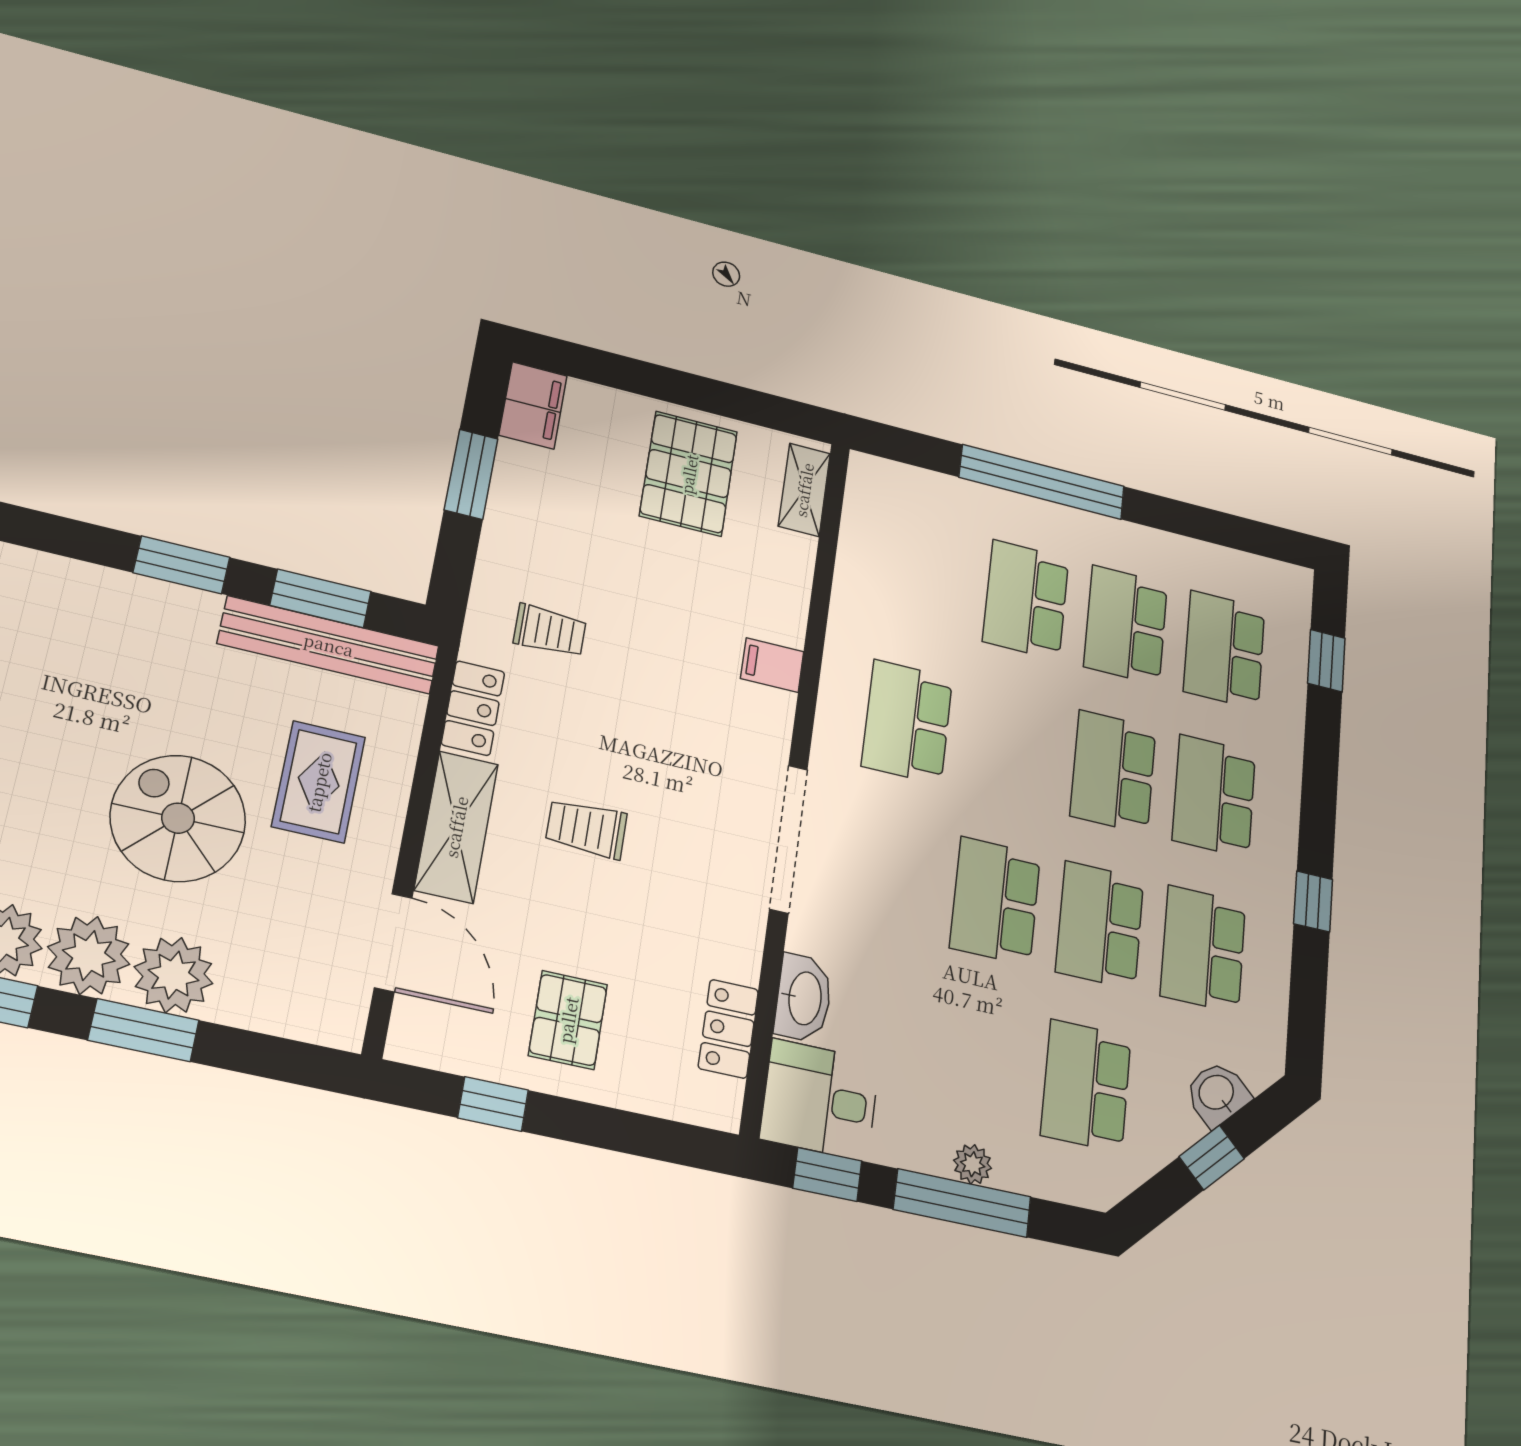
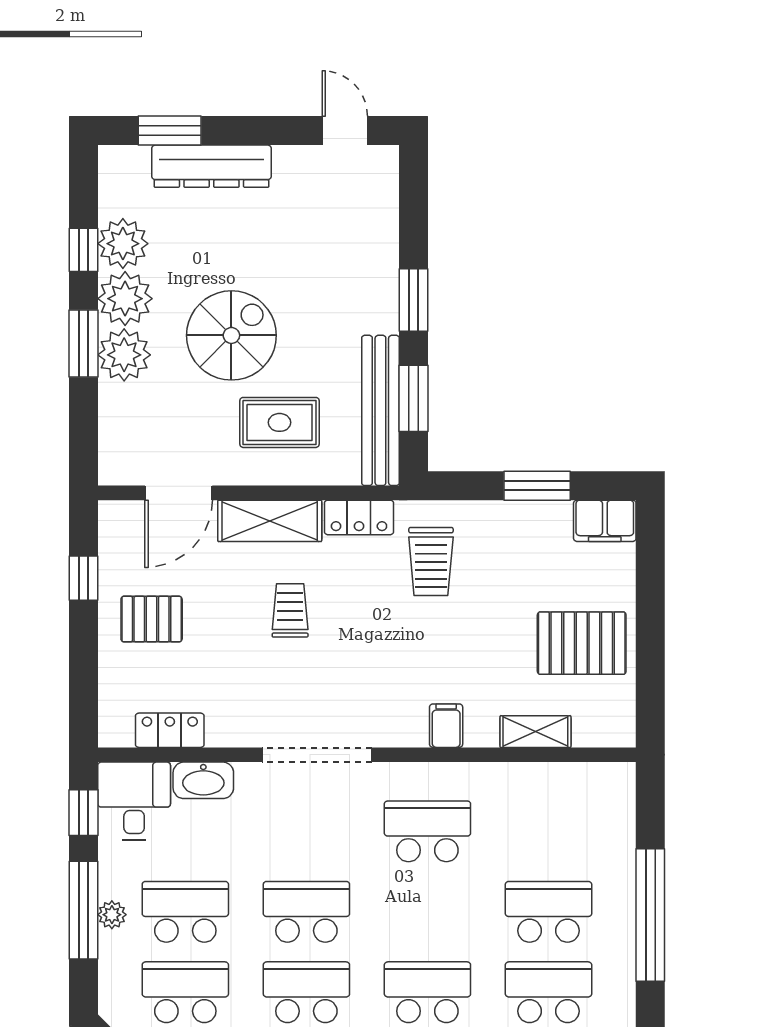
shelving: (804, 490) -> (535, 732), moved
trolley: (550, 631) -> (431, 561), width x1.36, depth x1.39
school desk: (979, 1062) -> (185, 912), added

